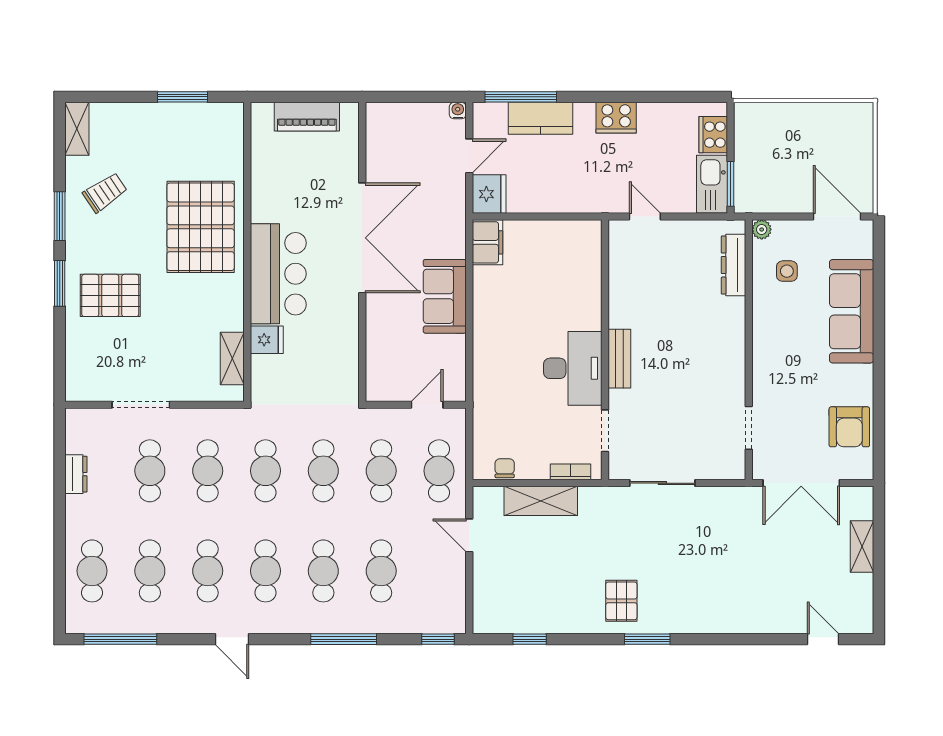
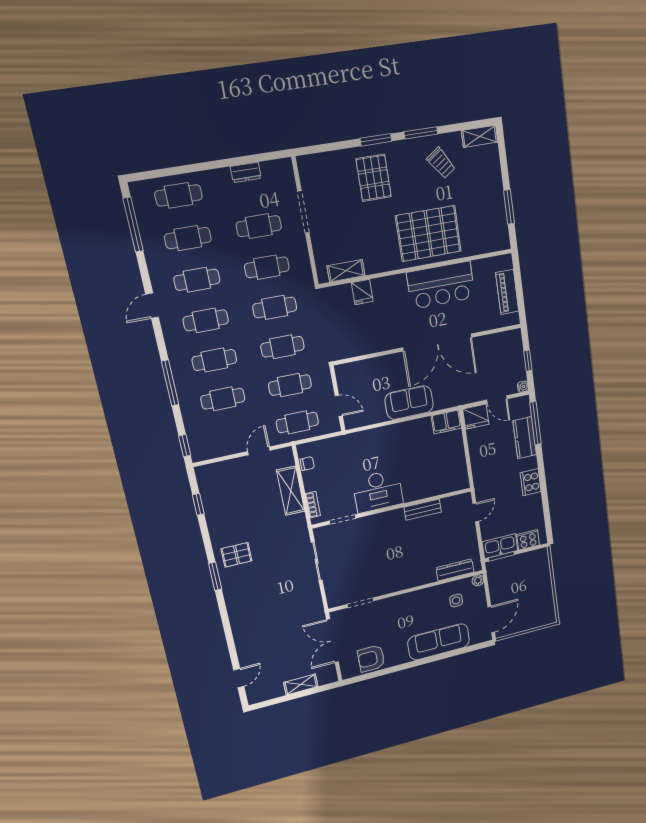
window: (418, 97) -> (528, 361), added
bar counter: (278, 274) -> (441, 285), moved
bench: (619, 359) -> (423, 510), moved

